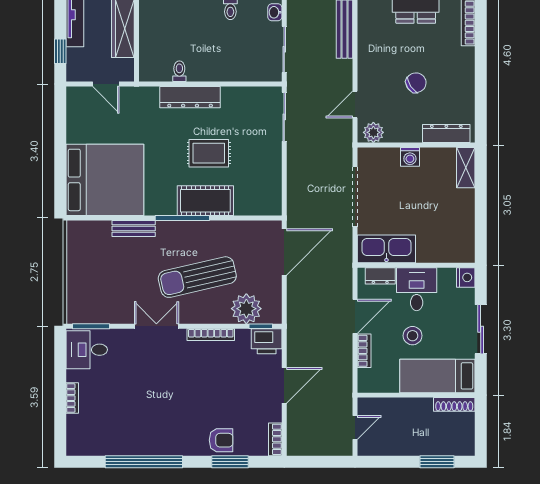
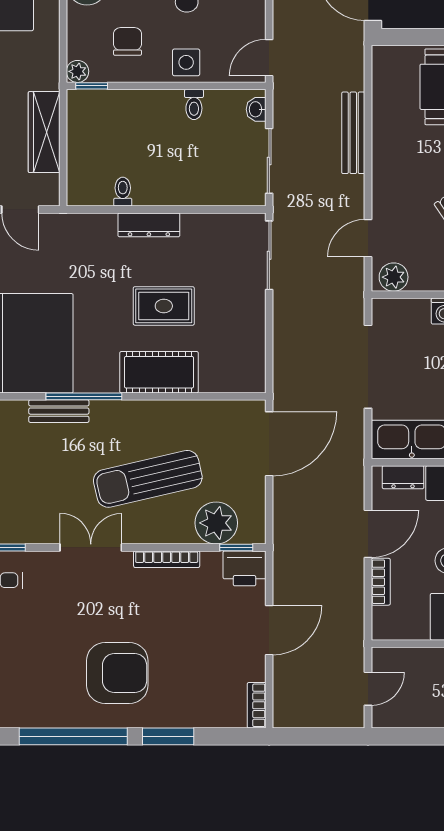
dresser: (190, 97) -> (149, 225), width x0.73, depth x0.80
window: (182, 218) -> (84, 396), moved
armchair: (221, 440) -> (117, 673), moved, width x1.88, depth x1.88
window: (230, 462) -> (168, 736), moved

